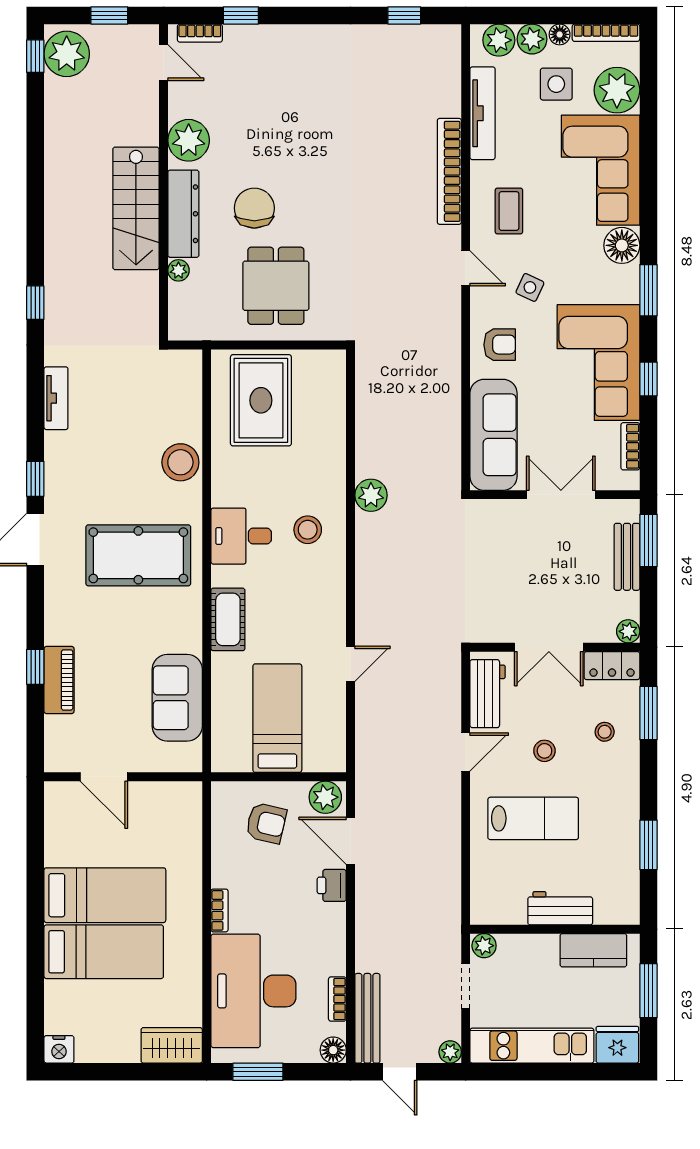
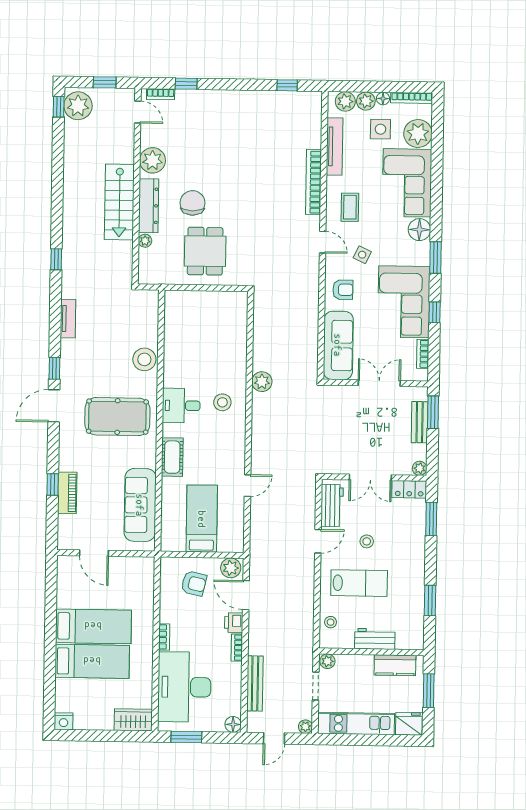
rug: (261, 400) -> (195, 322), removed
sofa: (177, 698) -> (140, 505), width x1.36
stool: (605, 732) -> (331, 622), moved
bookcase: (337, 999) -> (237, 648), moved
bench: (367, 1018) -> (255, 683), moved
door: (400, 1072) -> (274, 738), hinge flipped

